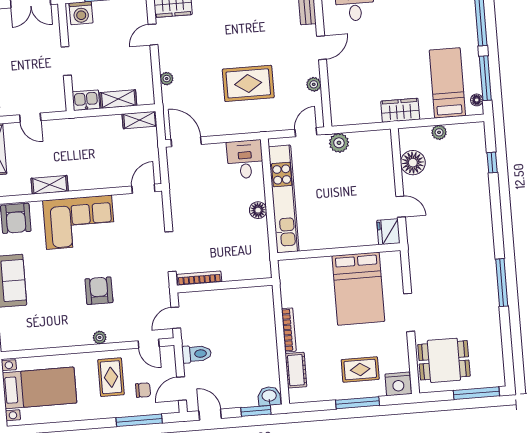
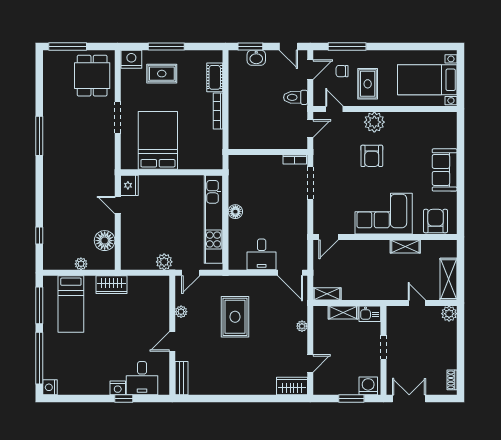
rug: (248, 83) -> (235, 317), turned 90
floor lamp: (477, 100) -> (48, 288), removed
desk: (245, 159) -> (262, 254), moved
bookcase: (199, 278) -> (295, 160), width x0.64
plant: (100, 337) -> (374, 122), width x1.87, depth x1.87
dining table: (444, 360) -> (92, 76), turned 90
washbasin: (269, 396) -> (256, 58), moved

